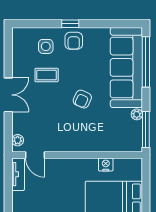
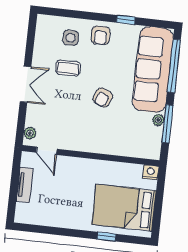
window: (70, 24) -> (126, 20), moved
window: (146, 130) -> (167, 124), moved
nightstand: (106, 164) -> (151, 172), moved
tv unit: (18, 174) -> (25, 185), moved

